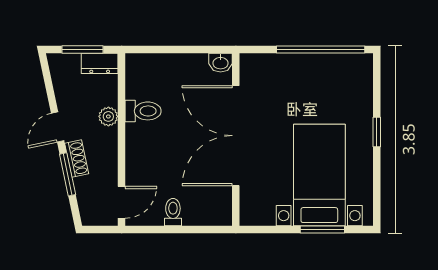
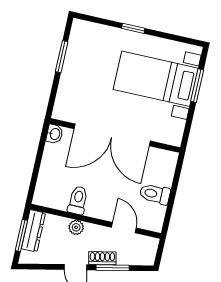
window: (321, 50) -> (62, 57), width x0.47
dresser: (100, 63) -> (33, 231), width x1.44
door: (122, 202) -> (124, 228), moved
toilet: (173, 212) -> (155, 194), width x1.37, depth x1.39

